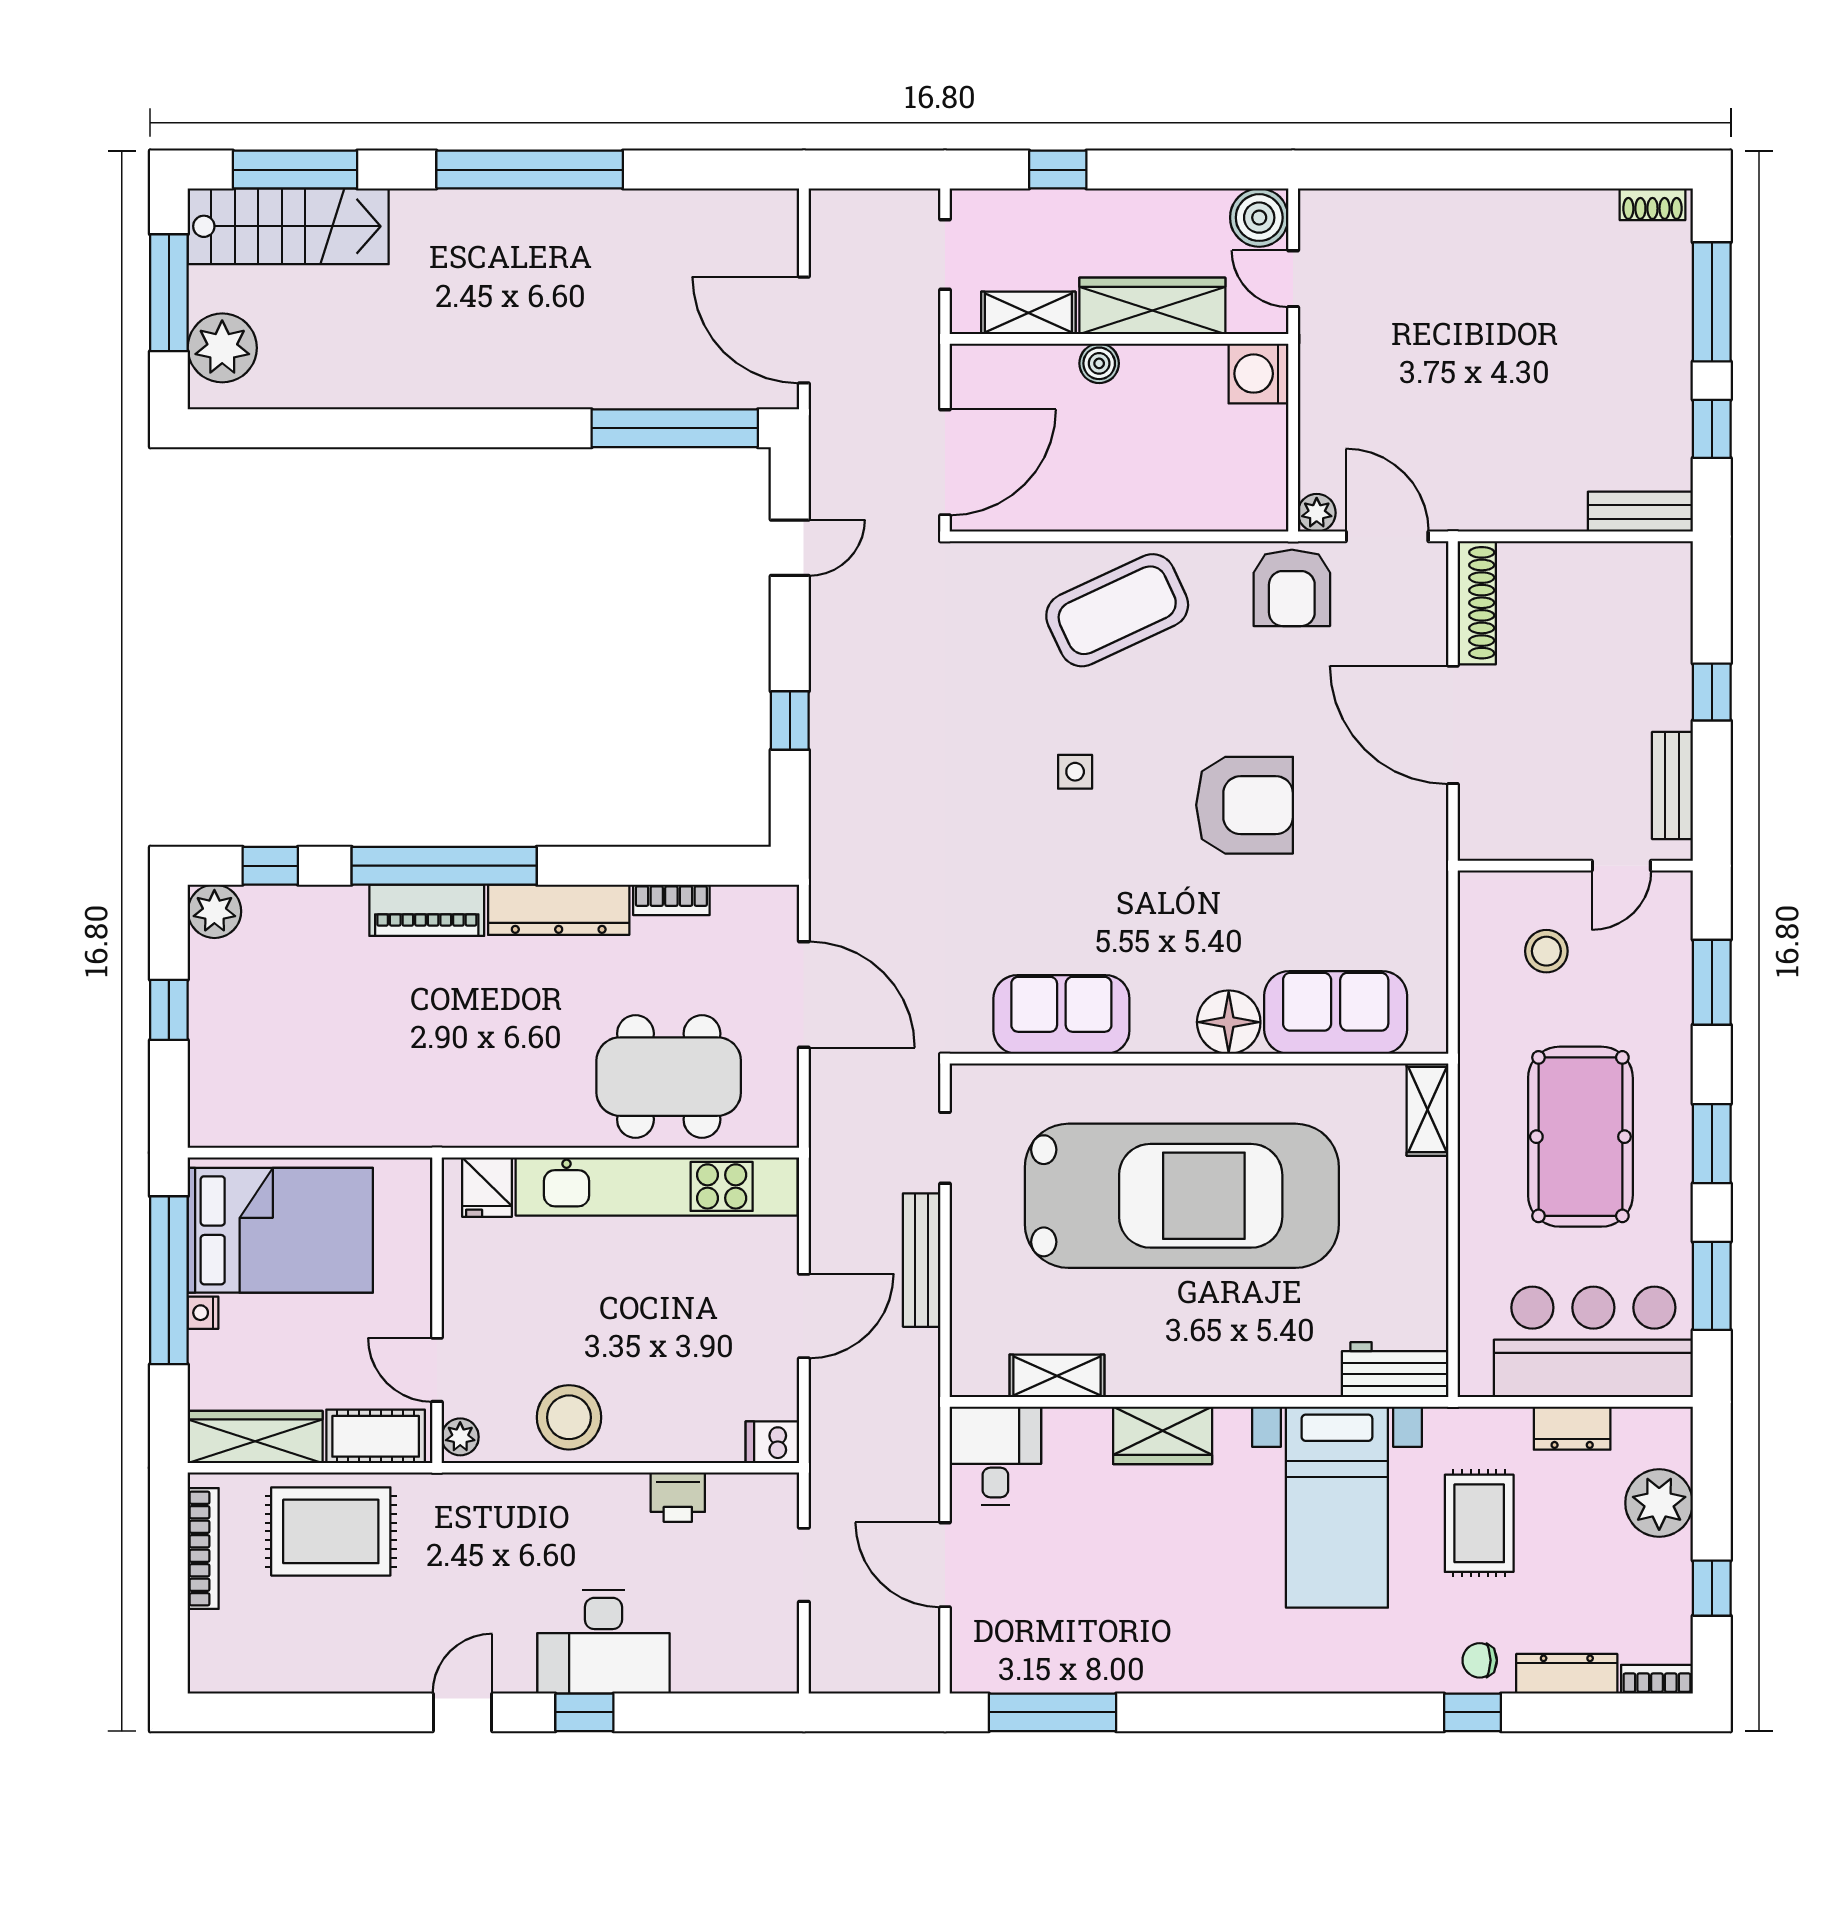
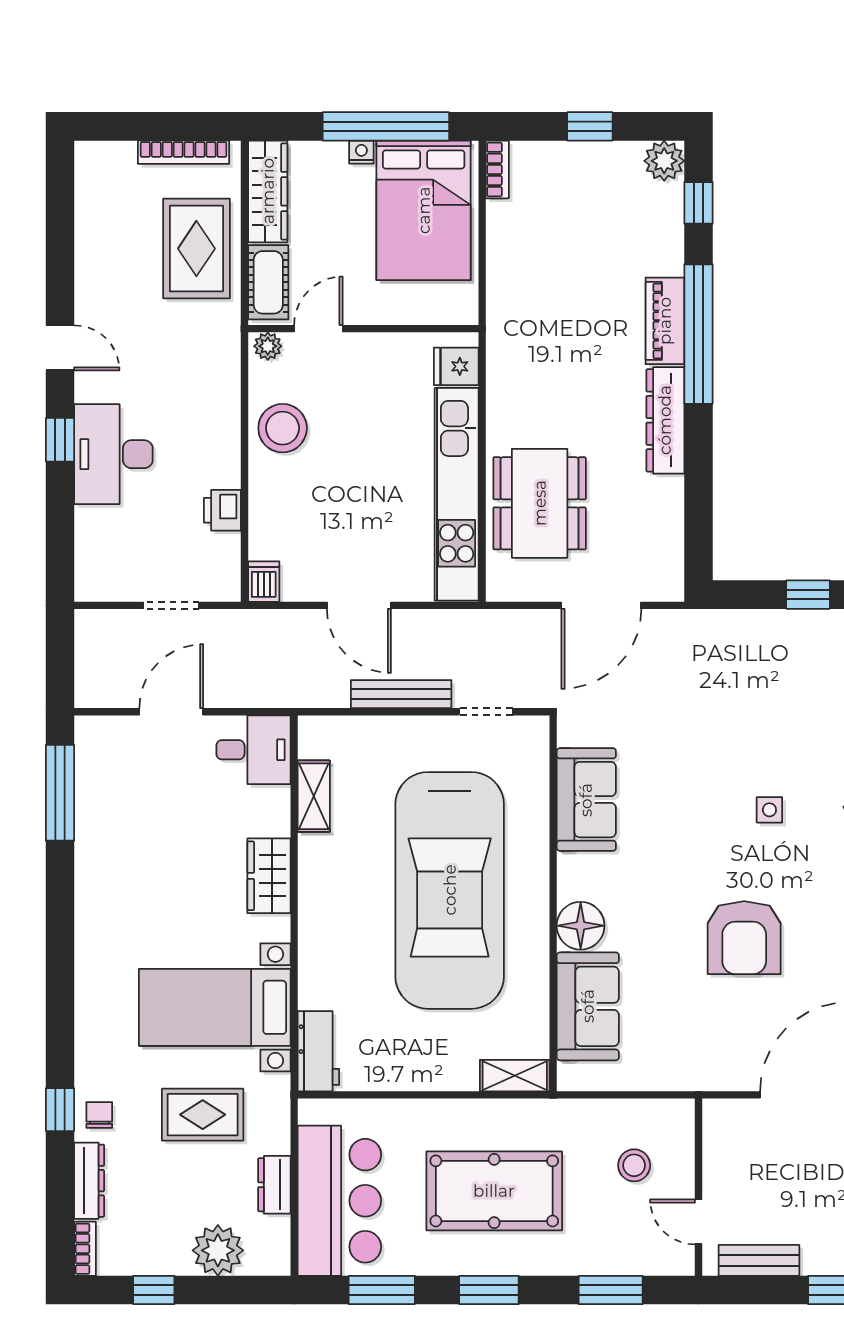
bookcase: (671, 900) -> (497, 169), moved, turned 180

